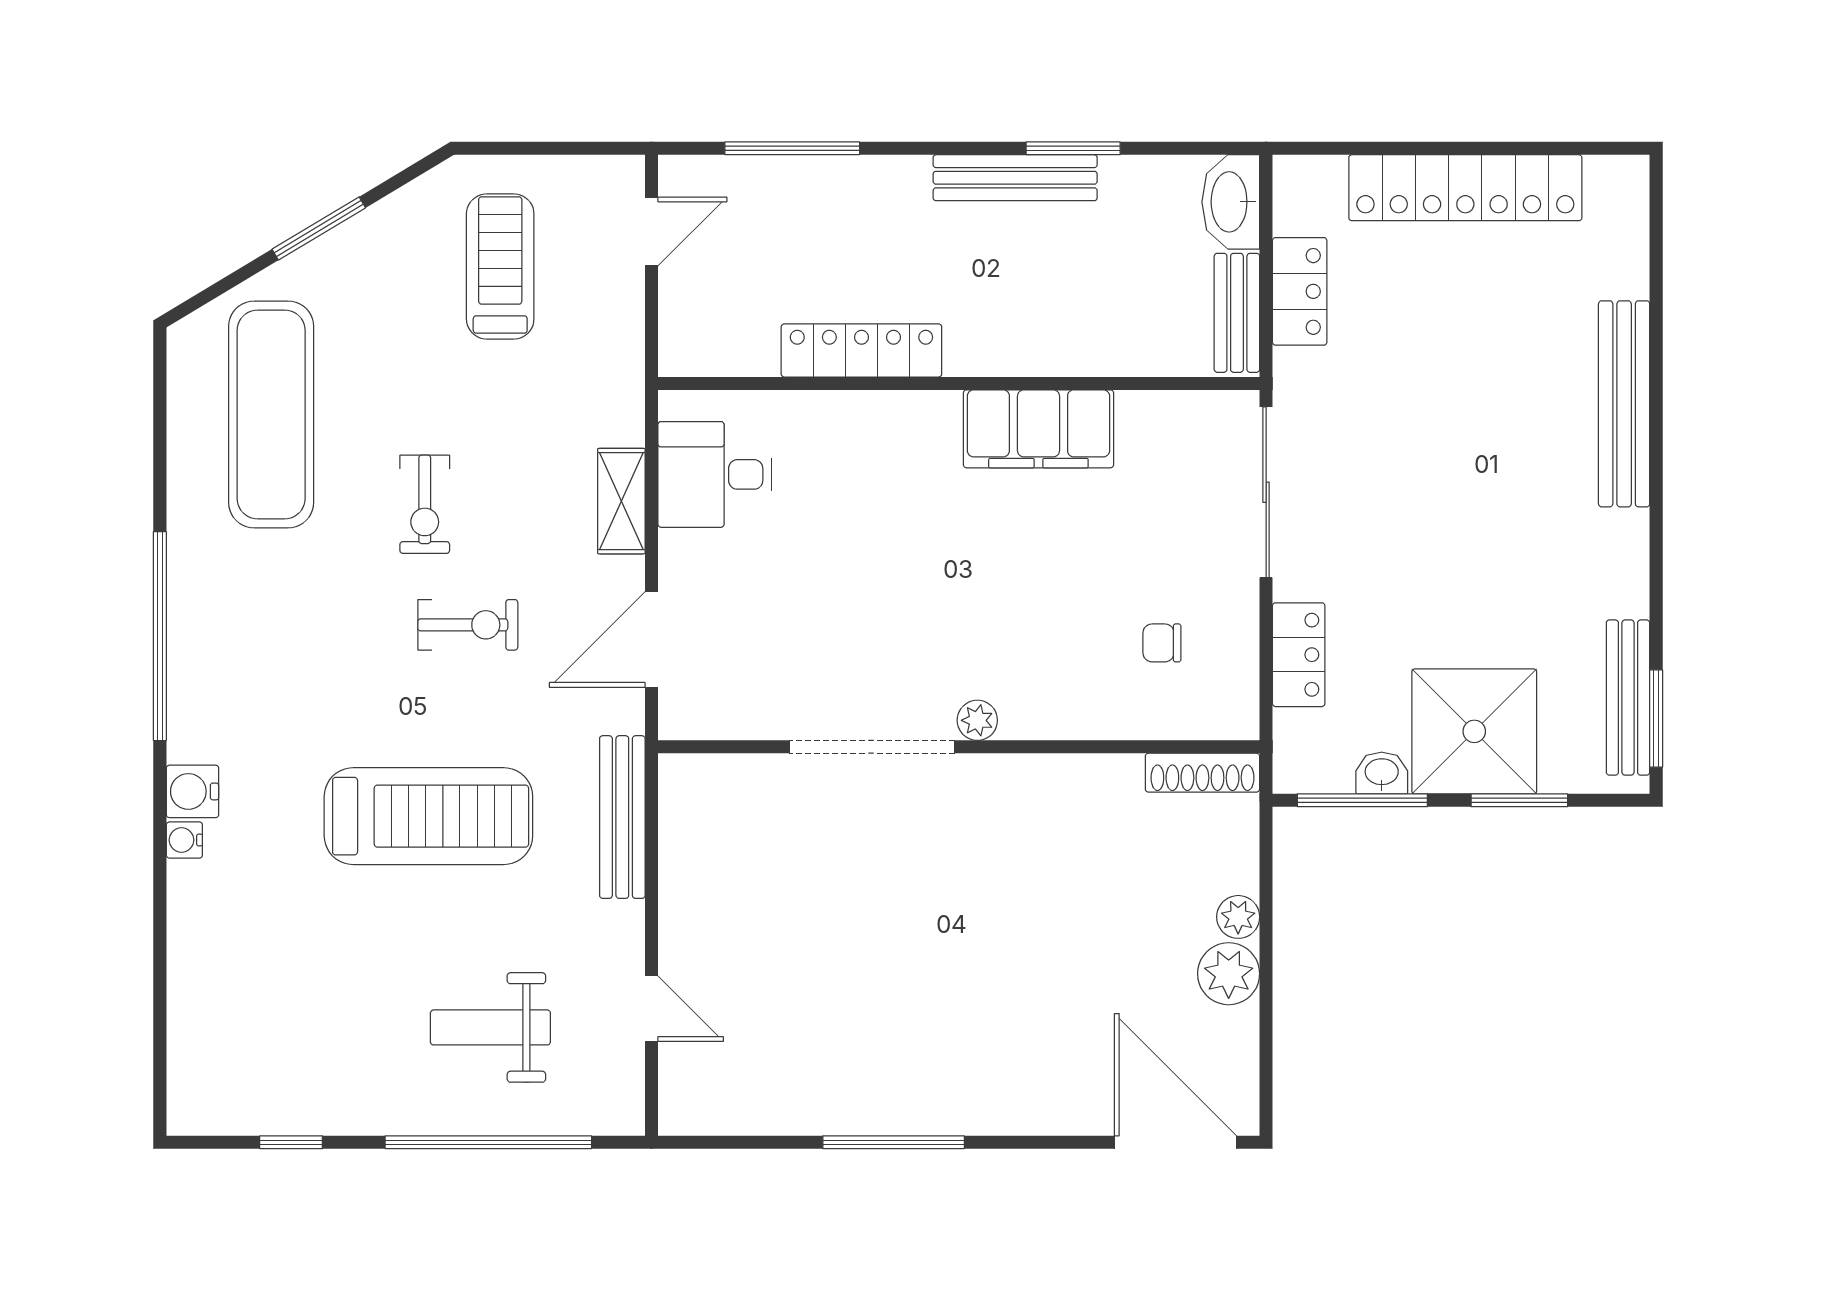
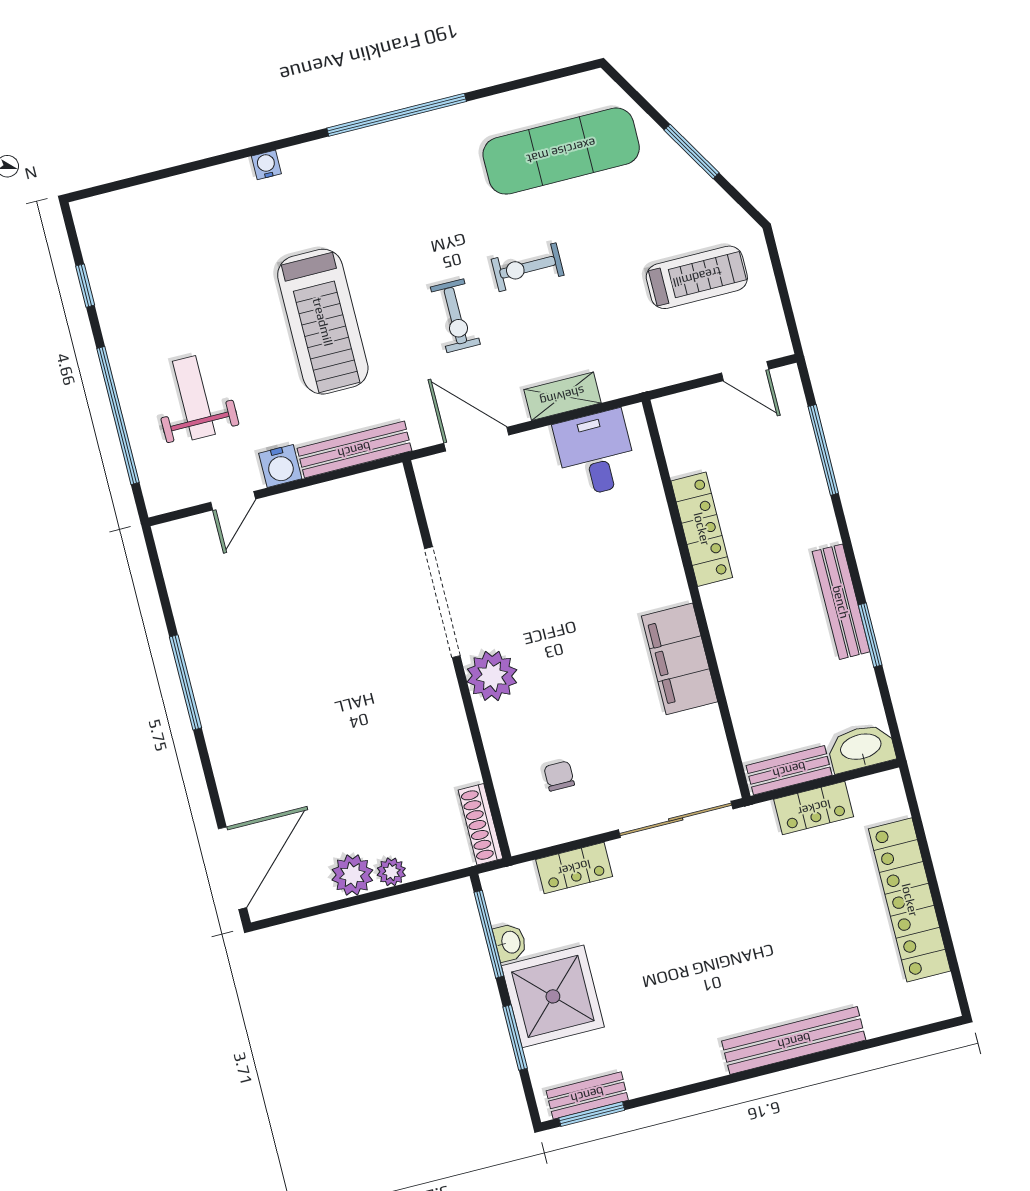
bench: (1628, 698) -> (587, 1095), width x0.73
plant: (977, 720) -> (492, 676), width x1.87, depth x1.87
water cooler: (193, 791) -> (280, 466), moved, turned 180

